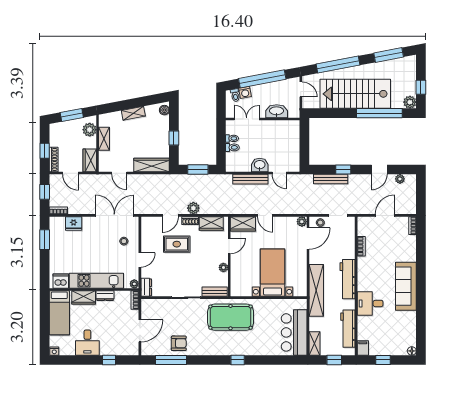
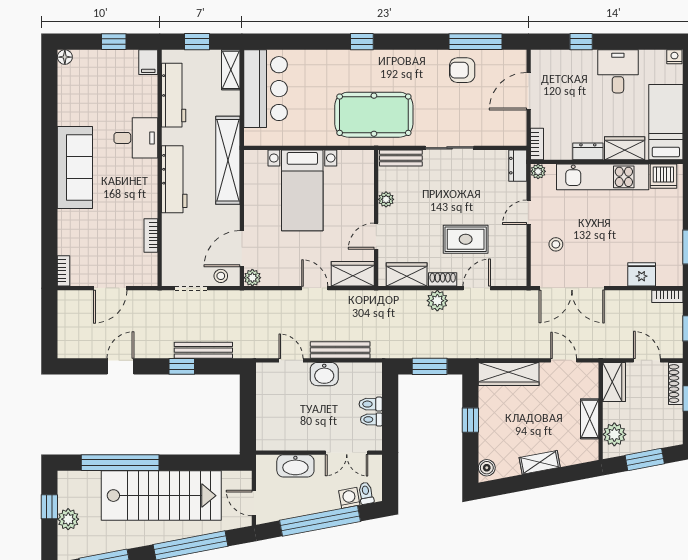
plant: (410, 102) -> (68, 519), moved
plant: (400, 179) -> (85, 350), removed

